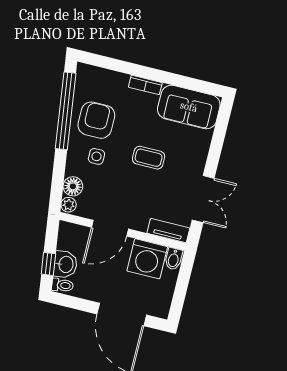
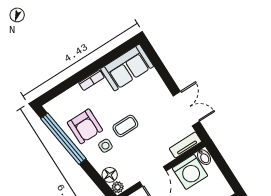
armchair: (96, 120) -> (85, 126), turned 180
coffee table: (149, 158) -> (125, 126), moved

